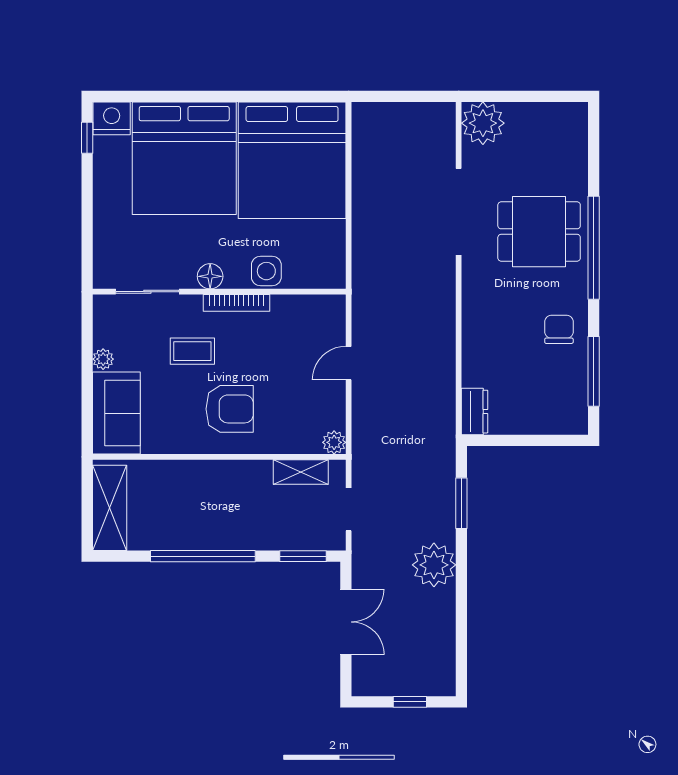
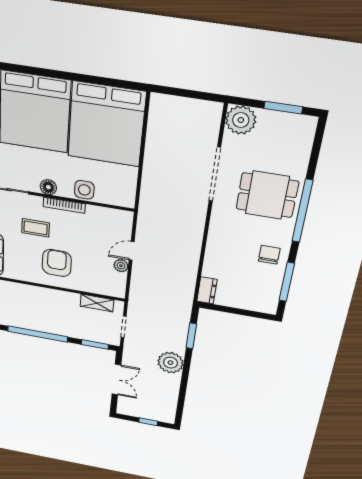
window: (538, 96) -> (283, 108), added
armchair: (230, 409) -> (57, 263), turned -90
plant: (334, 442) -> (121, 266), moved

